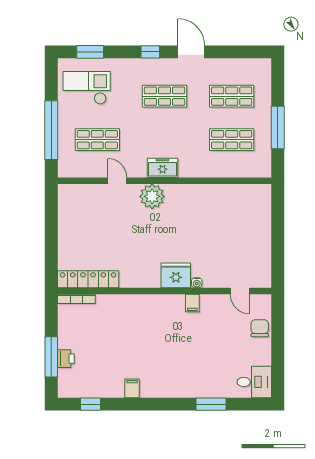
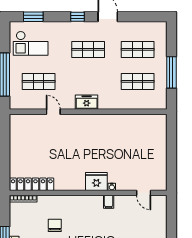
checkout: (87, 88) -> (31, 43), turned 180
plant: (152, 196) -> (79, 123), removed
chair: (260, 328) -> (55, 225), moved

